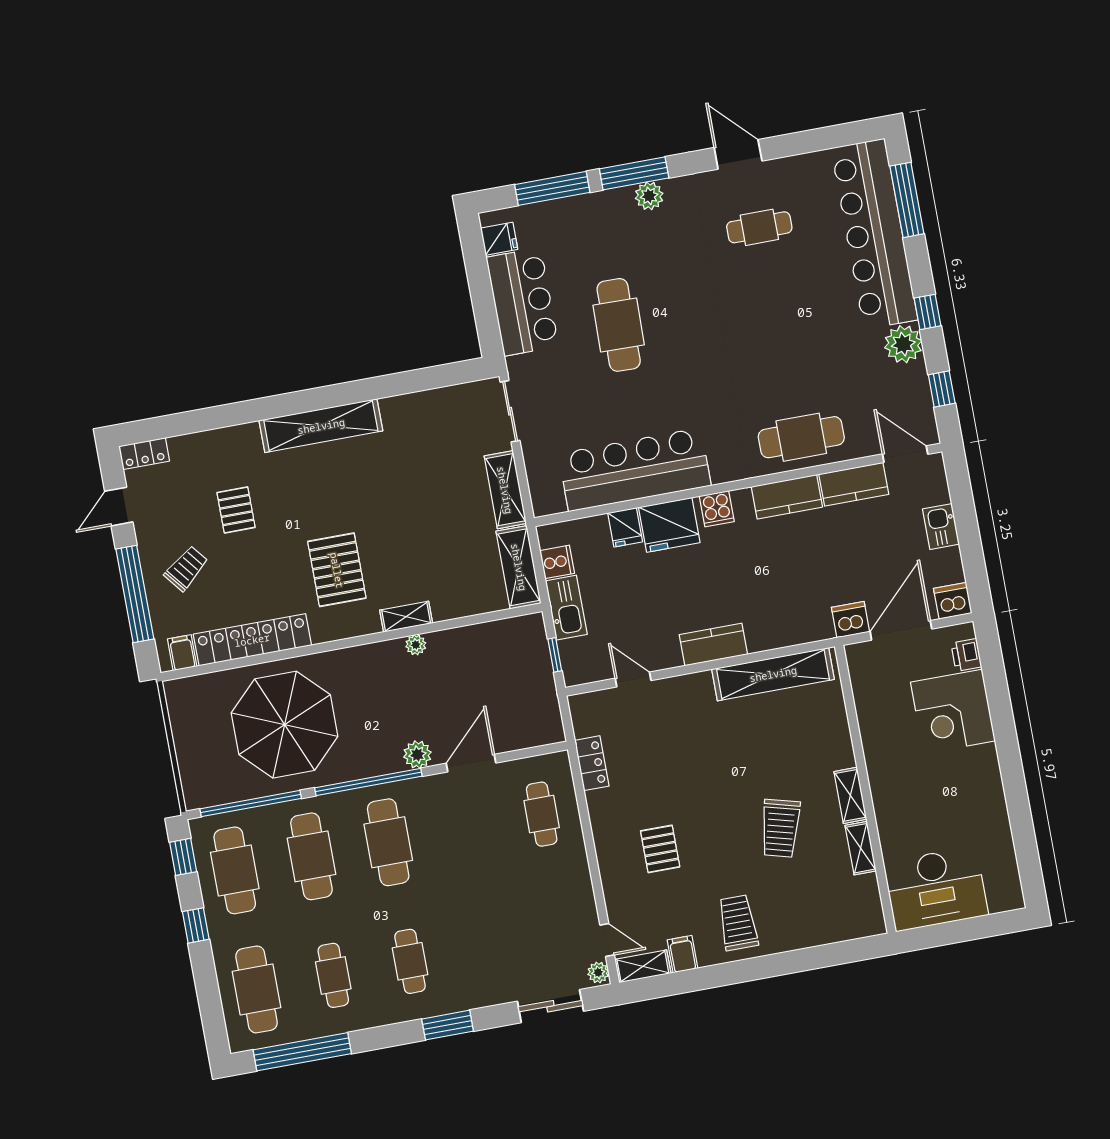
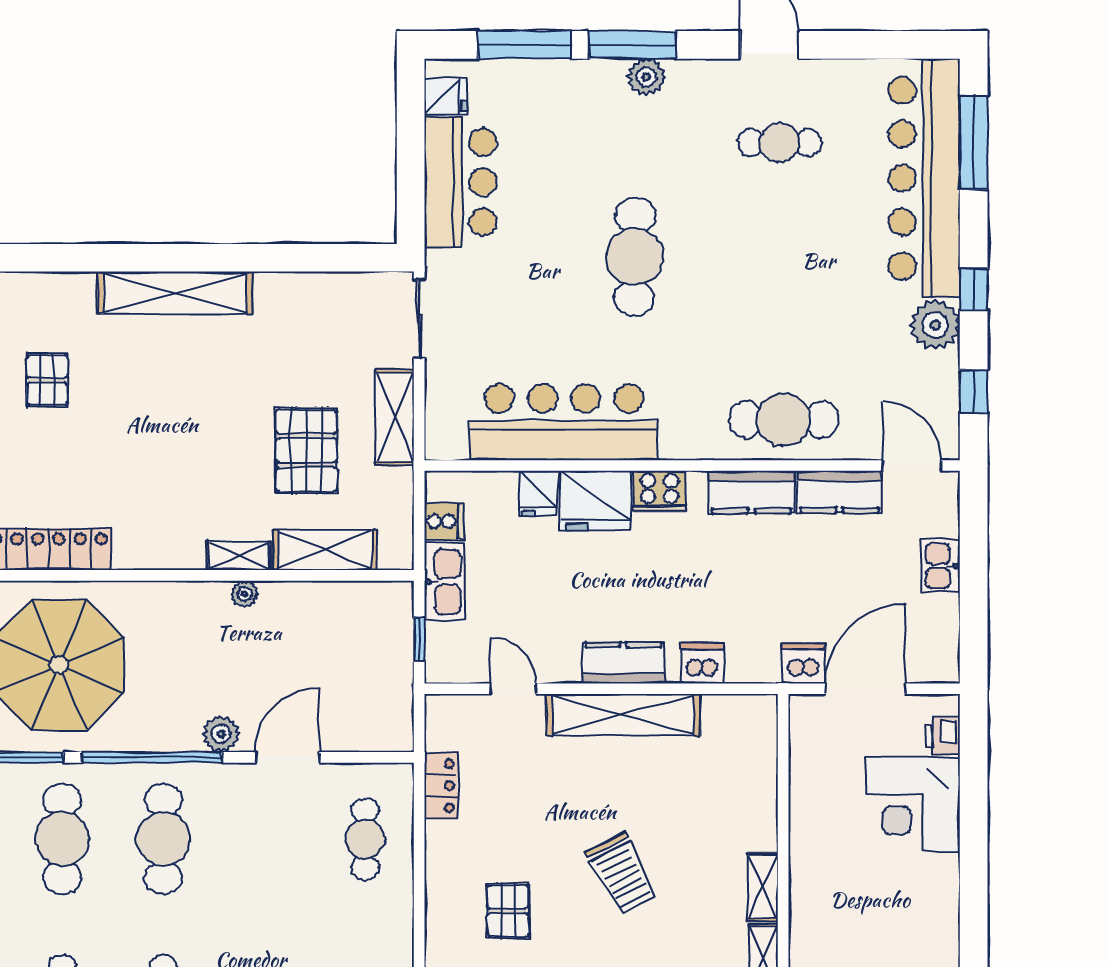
cafe table: (619, 325) -> (635, 257), moved
cooker: (717, 509) -> (659, 491), width x1.36
shelving: (519, 567) -> (325, 550), moved, turned 90
pallet: (337, 570) -> (306, 450), moved
dishwasher: (953, 601) -> (702, 663), moved
shelving: (773, 674) -> (623, 715), moved
trolley: (780, 828) -> (622, 874), moved, turned -43

